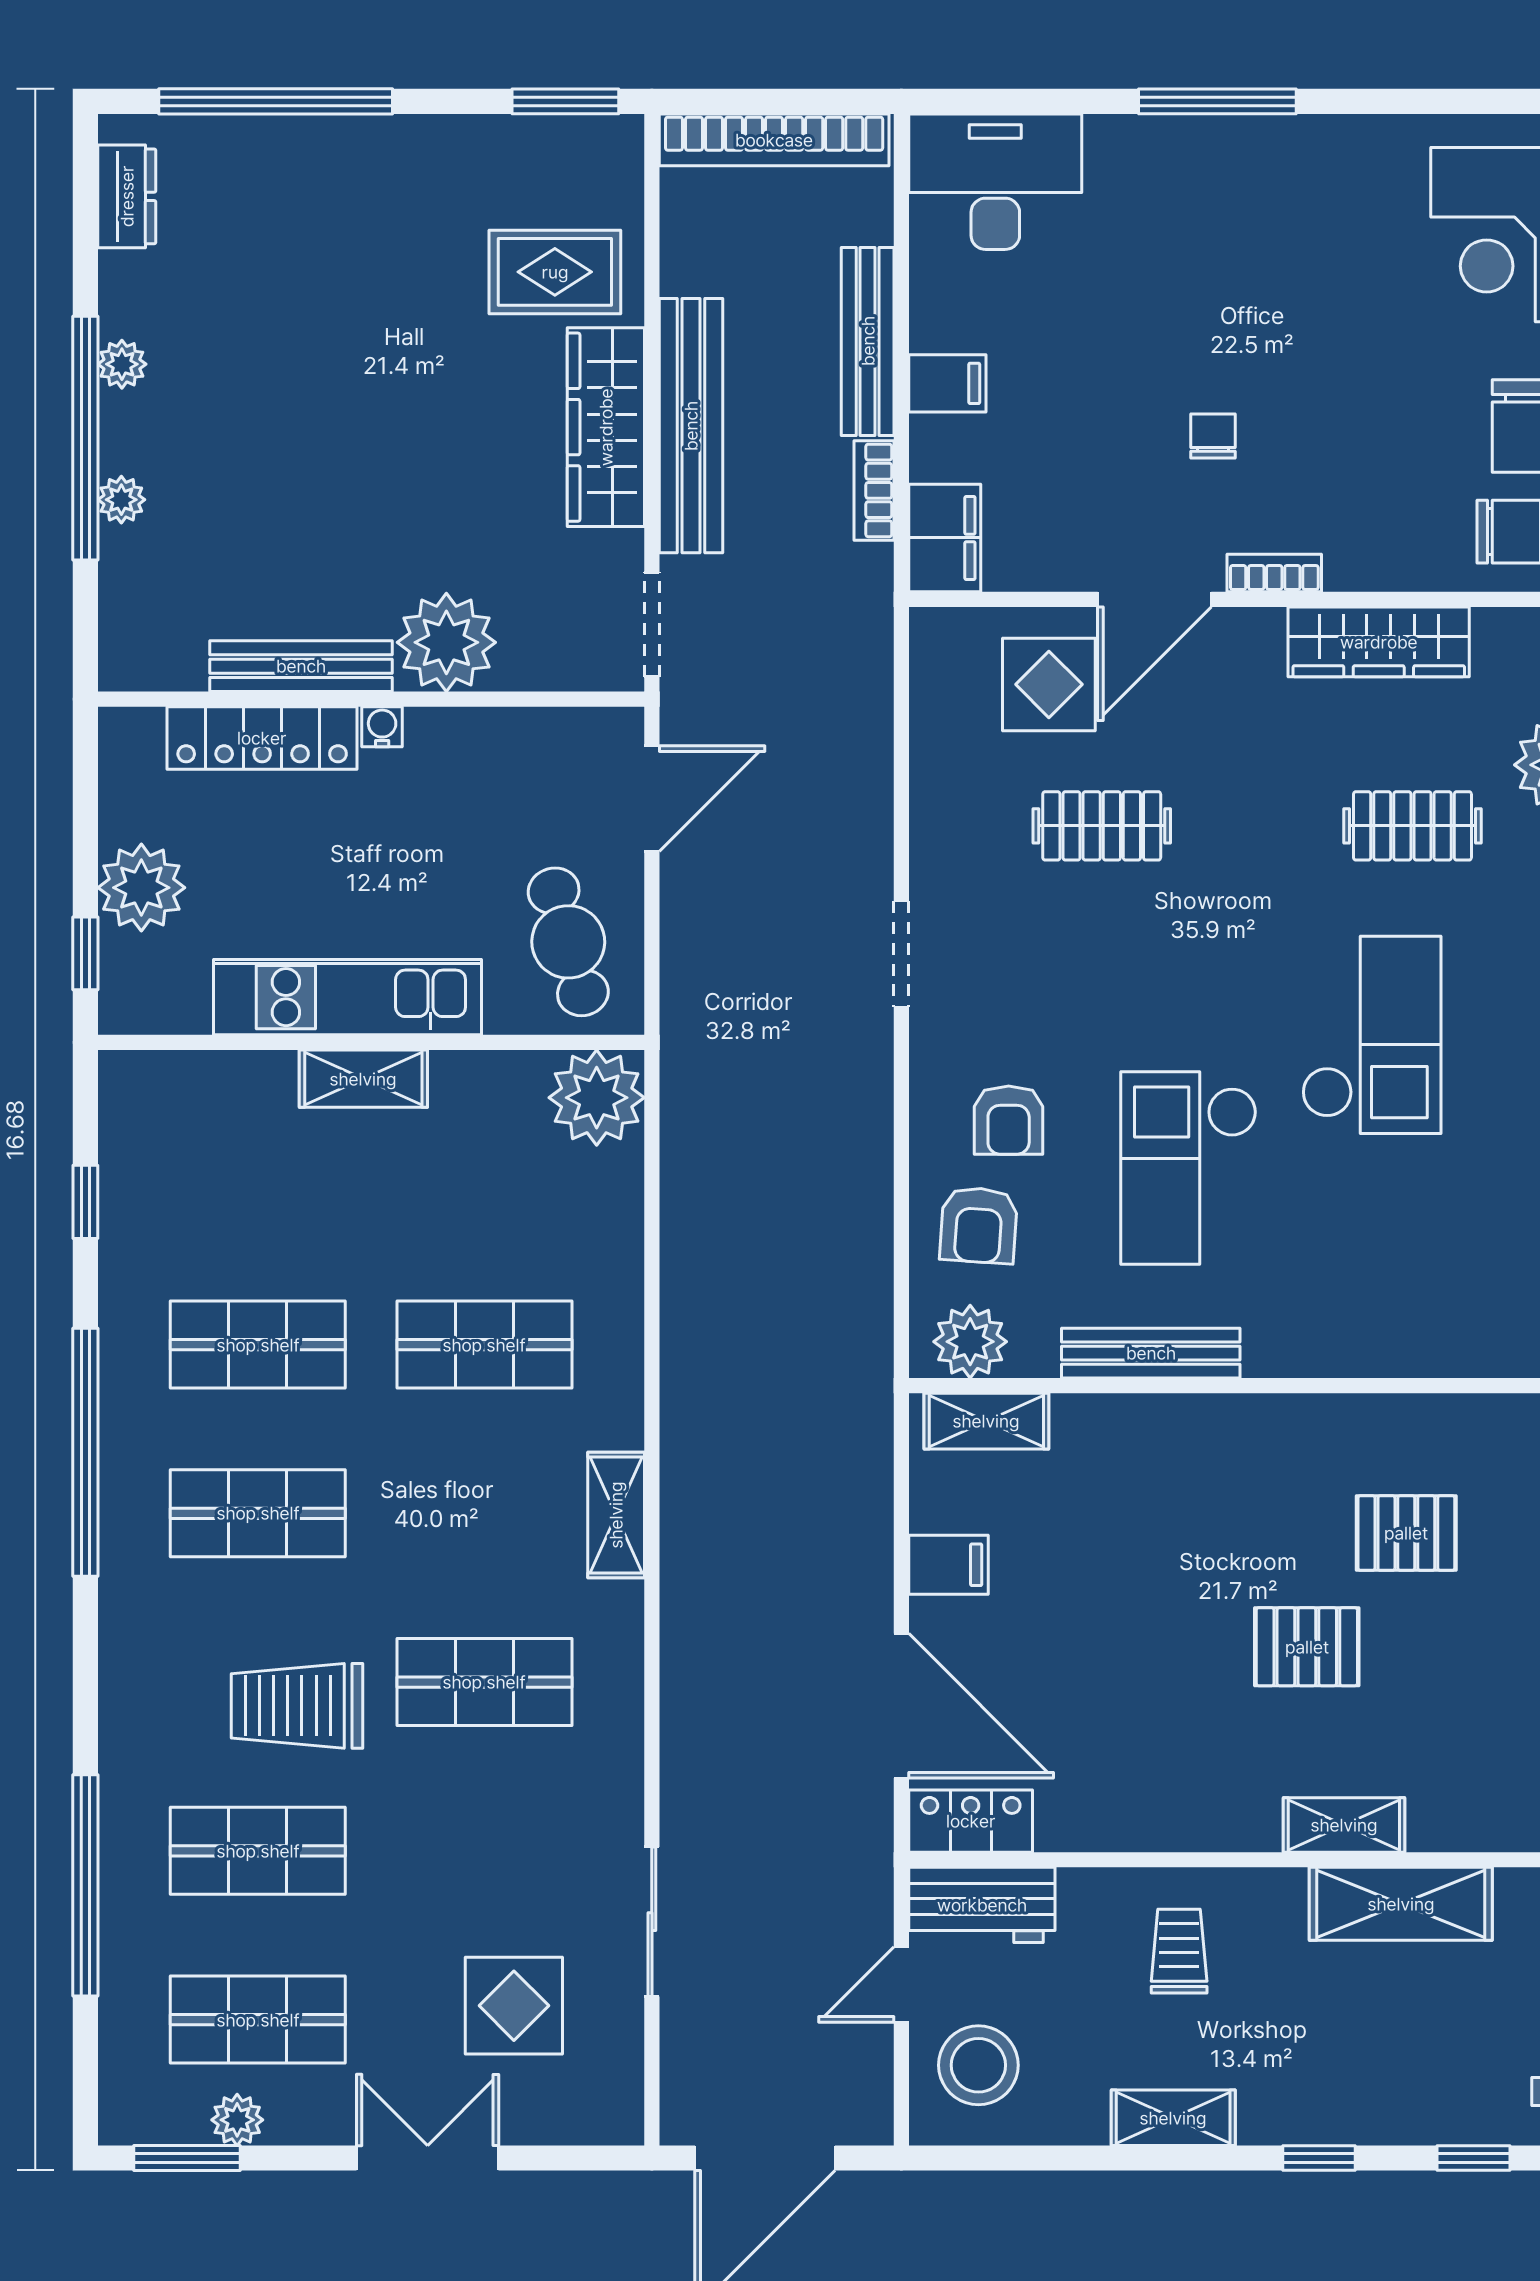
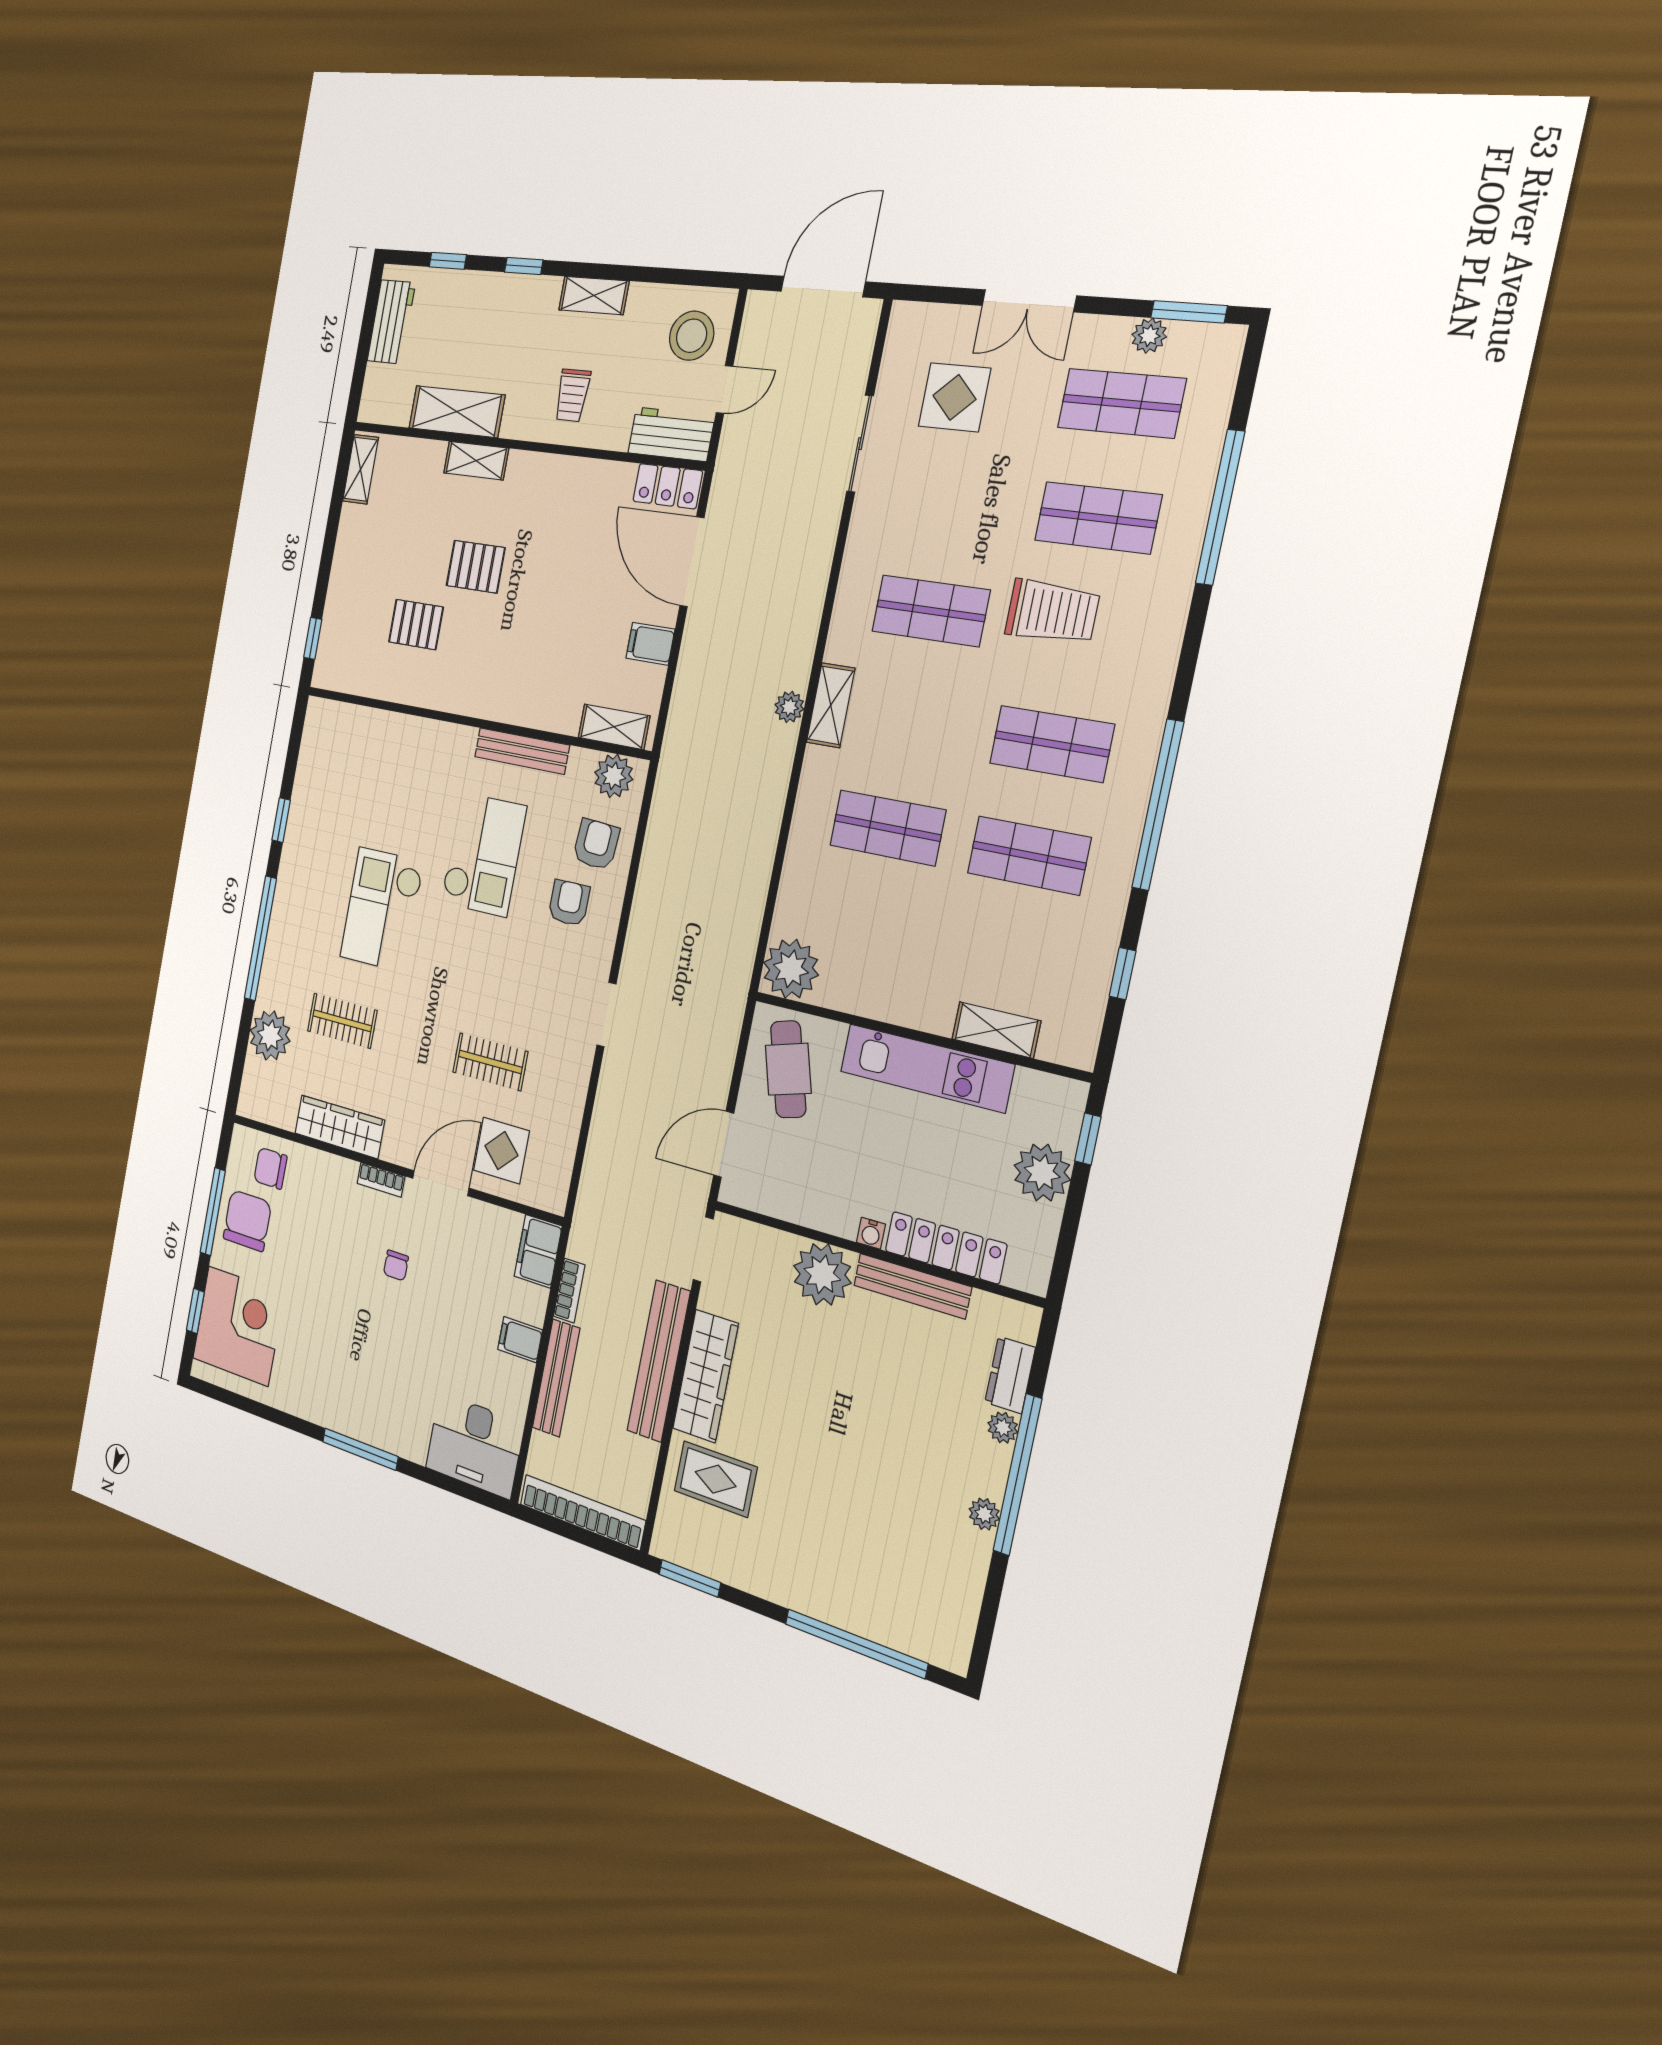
dresser: (127, 196) -> (1010, 1375), moved
shelving: (363, 1079) -> (996, 1030), moved
plant: (685, 1502) -> (789, 707), added

